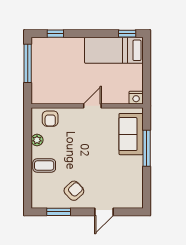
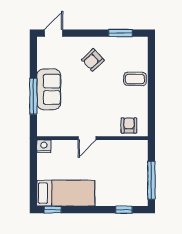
sofa: (131, 134) -> (49, 89), moved
plant: (37, 140) -> (142, 104), removed
armchair: (74, 191) -> (93, 60), moved
door: (104, 212) -> (54, 33), moved

